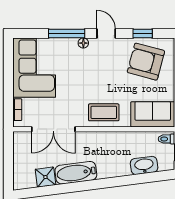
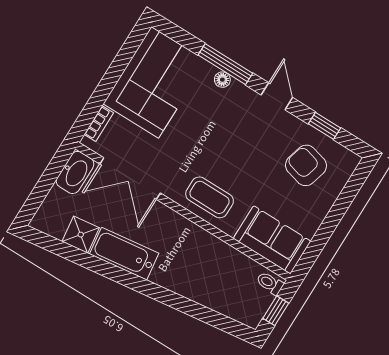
floor lamp: (83, 43) -> (222, 80), moved
armchair: (146, 62) -> (306, 165), width x0.73, depth x0.73
washbasin: (144, 165) -> (75, 172), moved, turned 97

